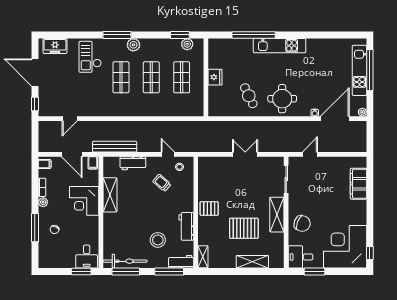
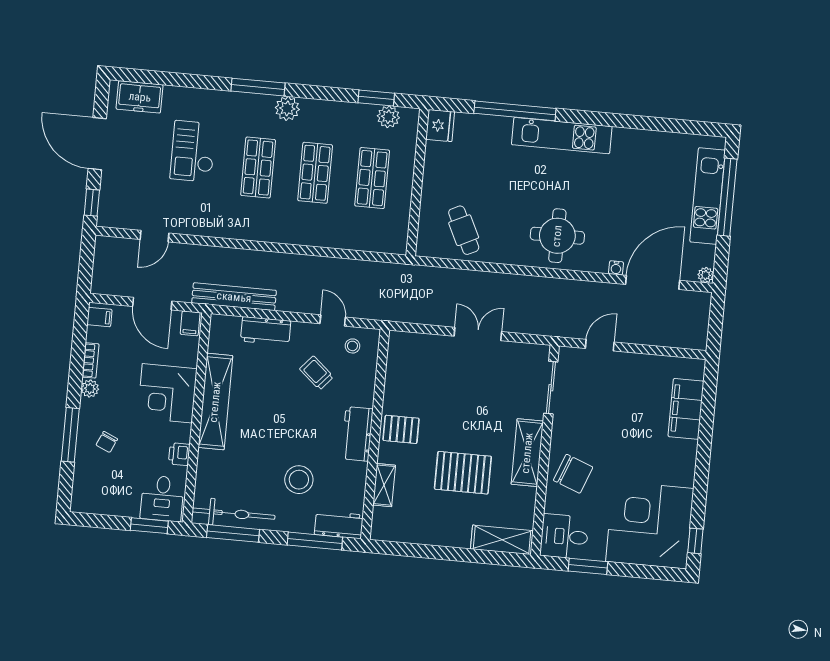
checkout: (90, 57) -> (193, 151), moved
fridge: (215, 77) -> (440, 126), moved
cafe table: (249, 96) -> (464, 230), moved
shelving: (110, 195) -> (215, 402), width x1.47
workbench: (186, 226) -> (357, 434), moved
printer: (93, 232) -> (179, 454), added
shelving: (203, 257) -> (384, 485), moved
shelving: (252, 262) -> (502, 540), moved

